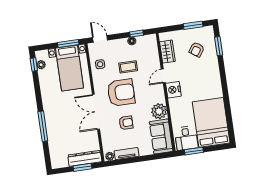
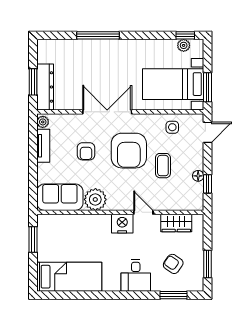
bed: (211, 122) -> (69, 277), width x0.67
desk: (186, 138) -> (136, 275), moved, turned -90

